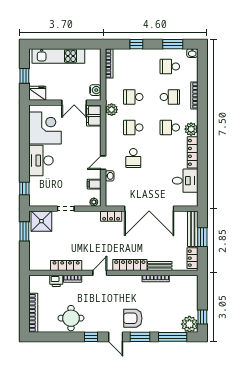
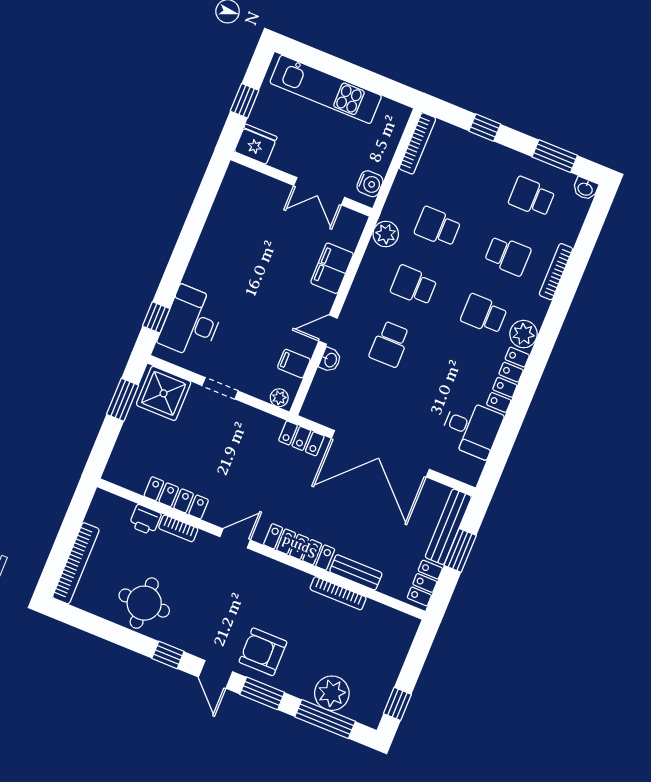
filing cabinet: (94, 116) -> (332, 268), moved
corner desk: (45, 128) -> (243, 217), removed
desk: (41, 160) -> (191, 322), moved
plant: (189, 324) -> (332, 693), moved

